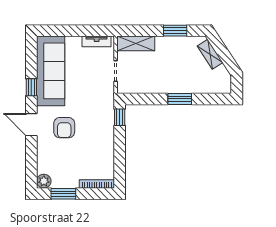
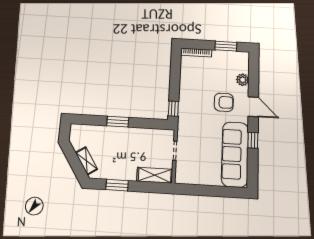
tv unit: (97, 41) -> (191, 179), removed
armchair: (64, 128) -> (224, 102), turned 90
plant: (44, 181) -> (243, 80), moved

